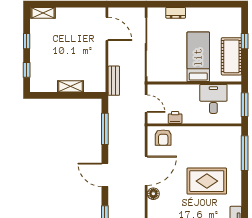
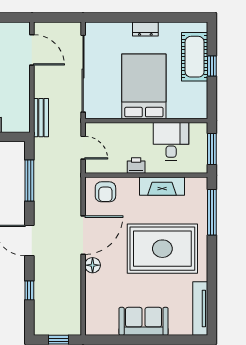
dresser: (176, 13) -> (145, 29), moved
cot: (231, 56) -> (195, 57), moved
bed: (198, 57) -> (144, 86), width x1.50
printer: (175, 117) -> (136, 166), moved
fireplace: (207, 133) -> (162, 186), added
rug: (207, 181) -> (162, 249), width x1.37, depth x1.44

